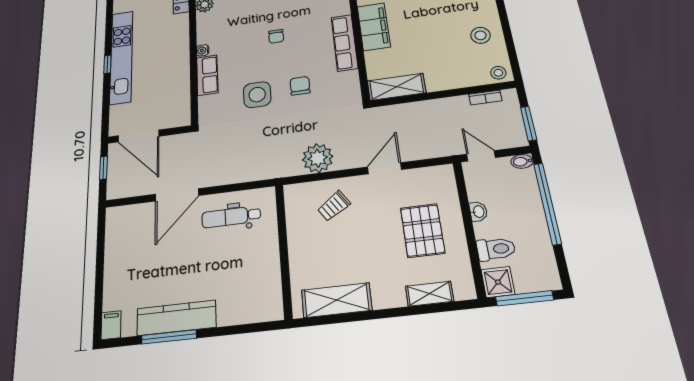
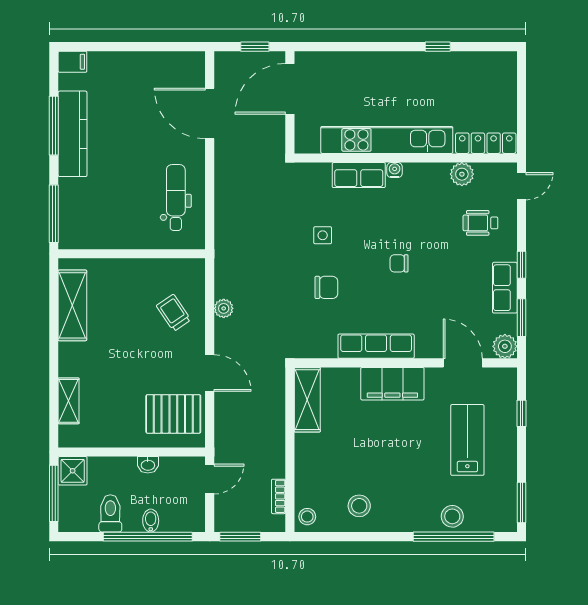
kitchen unit: (121, 57) -> (387, 140), moved, turned 180
window: (107, 64) -> (438, 47), moved
side table: (257, 95) -> (323, 235), width x0.54, depth x0.54
plant: (318, 158) -> (224, 308), width x0.53, depth x0.53
bidet: (522, 161) -> (151, 521), moved
door: (177, 195) -> (210, 113), moved
pallet: (423, 230) -> (173, 414), moved
toilet: (496, 249) -> (110, 513), moved, turned 180
window: (251, 328) -> (54, 214), added

